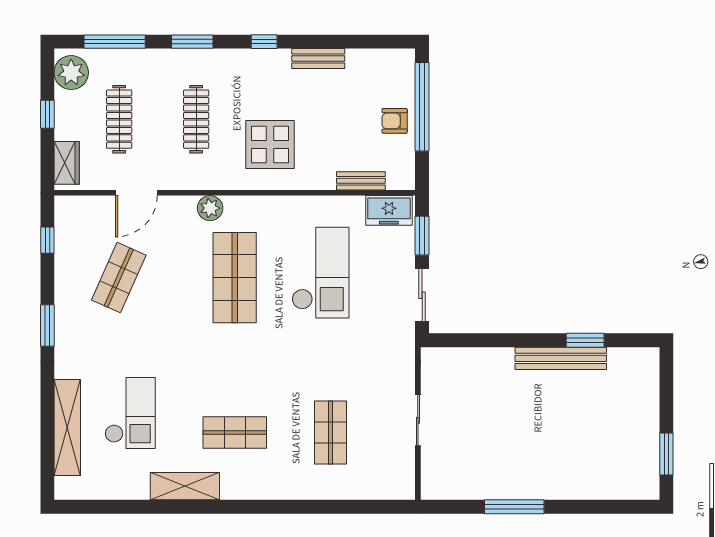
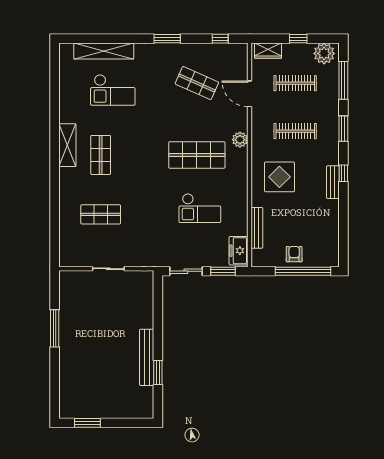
bench: (318, 58) -> (333, 182), moved
bench: (361, 181) -> (257, 228), width x1.36
checkout: (320, 273) -> (200, 208), width x0.73, depth x0.83
shelving: (185, 486) -> (67, 145), moved

